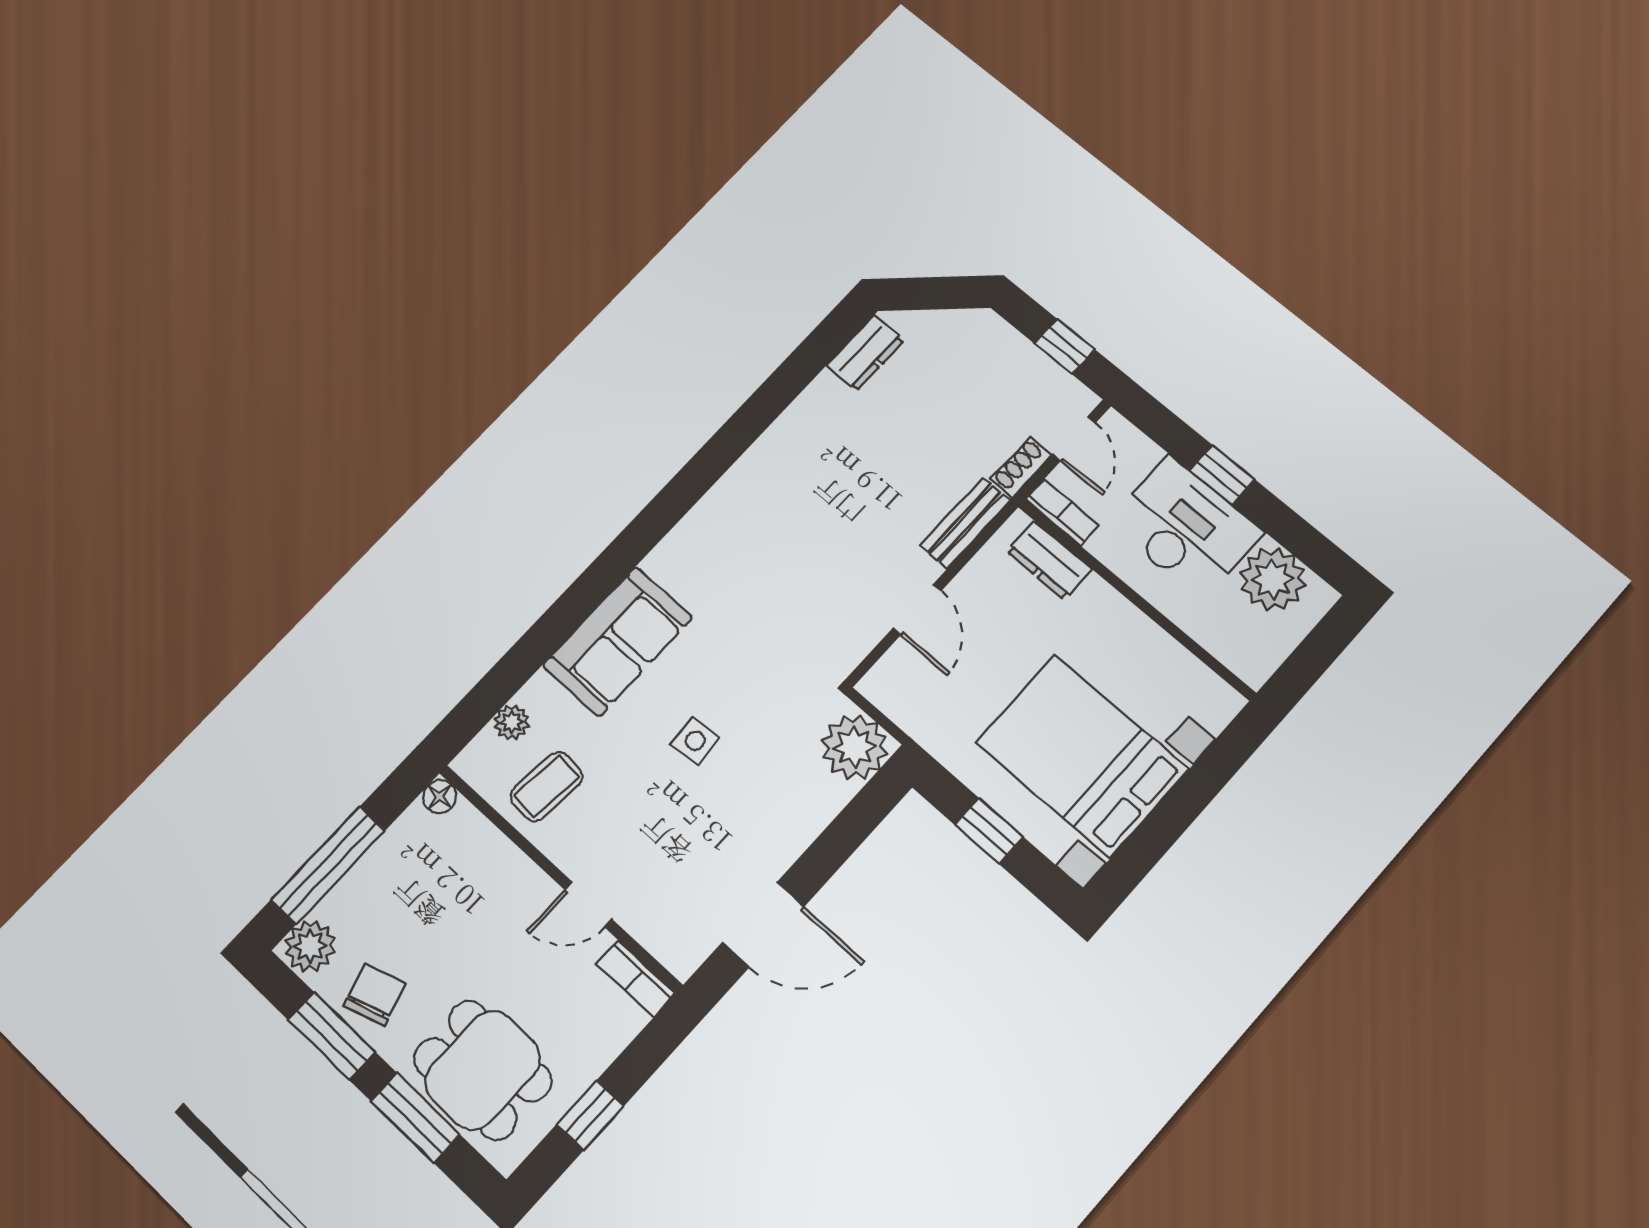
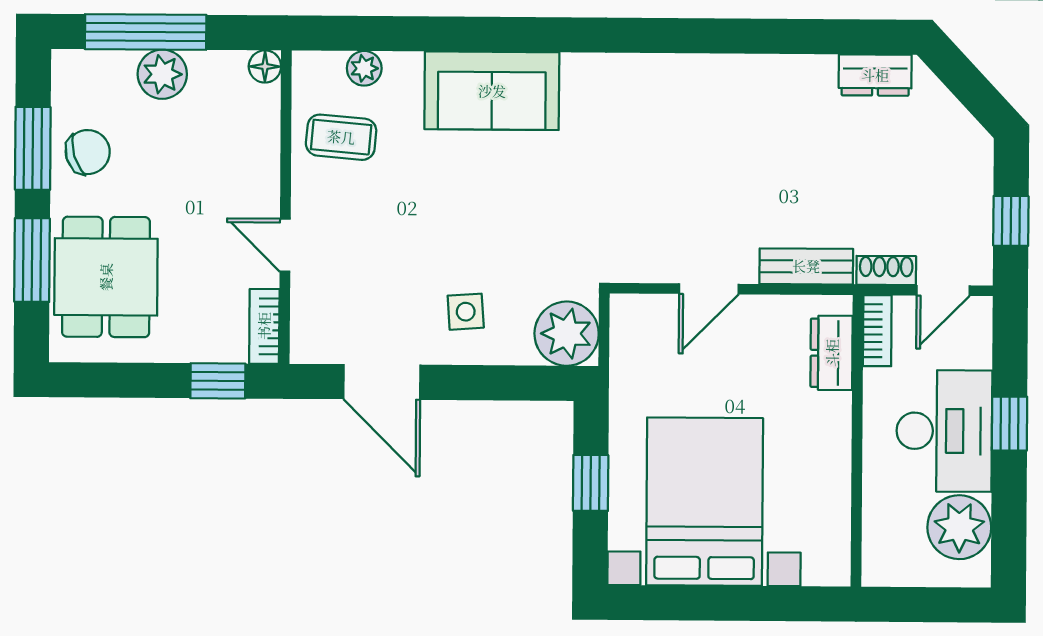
side table: (695, 741) -> (466, 312), moved
plant: (310, 946) -> (162, 74), moved
window: (590, 1115) -> (218, 381), moved

